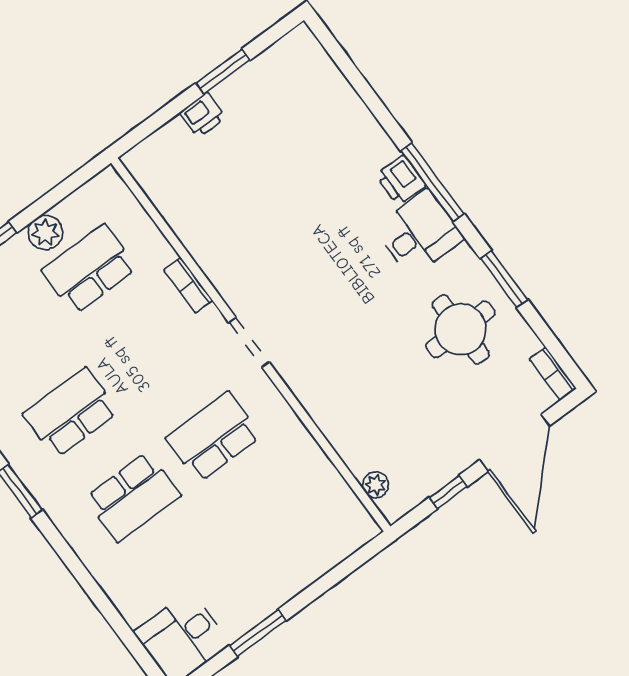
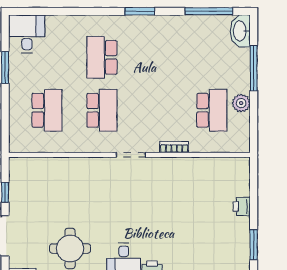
window: (223, 72) -> (254, 245), moved
school desk: (71, 413) -> (47, 110), moved
plant: (376, 485) -> (31, 164), removed

